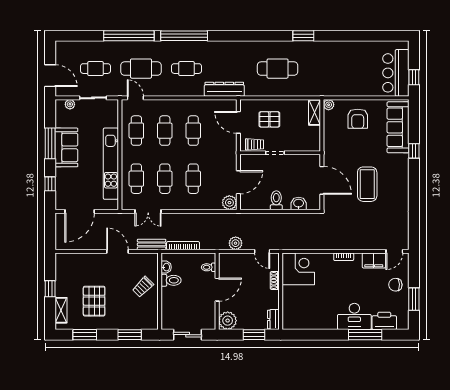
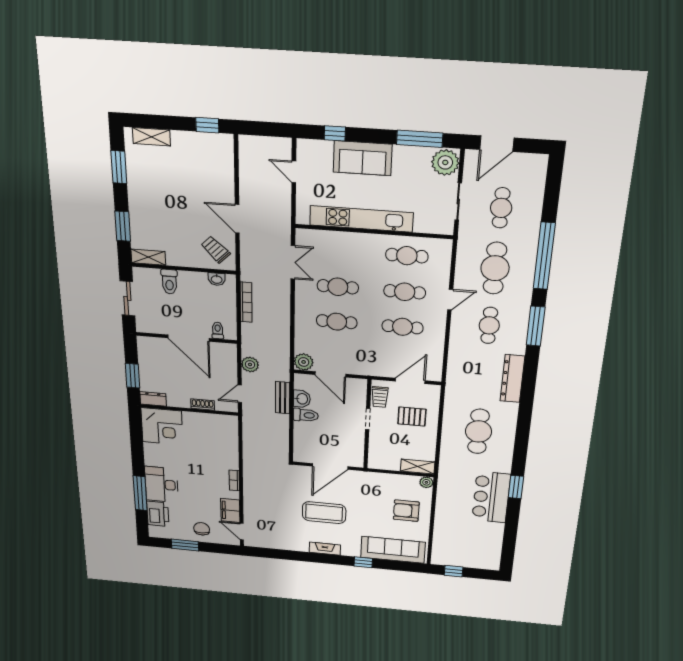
window: (184, 36) -> (536, 326), width x0.68
window: (303, 36) -> (516, 487), moved
bar counter: (396, 73) -> (491, 497), moved, turned -90
dresser: (224, 89) -> (512, 379), moved, turned 180
door: (135, 98) -> (450, 300), moved
plant: (70, 104) -> (445, 162), width x1.87, depth x1.87
pallet: (269, 119) -> (412, 417), turned 90
window: (50, 143) -> (420, 139), moved
sofa: (66, 147) -> (363, 158), moved
cafe table: (136, 179) -> (339, 251), removed
fireplace: (404, 183) -> (325, 549), added
washbasin: (299, 203) -> (302, 399), moved
door: (80, 211) -> (294, 172), width x0.53
double door: (148, 211) -> (293, 262), swing flipped
bench: (152, 244) -> (283, 398), moved
door: (117, 251) -> (237, 219), swing flipped
corner desk: (298, 269) -> (162, 426), moved
toilet: (171, 280) -> (169, 282), moved
trolley: (143, 287) -> (216, 250), moved
window: (50, 289) -> (207, 125), moved
door: (217, 290) -> (189, 338), width x1.36
pallet: (94, 301) -> (167, 183), removed
shelving: (153, 317) -> (148, 257), added
plant: (228, 321) -> (149, 347), removed

